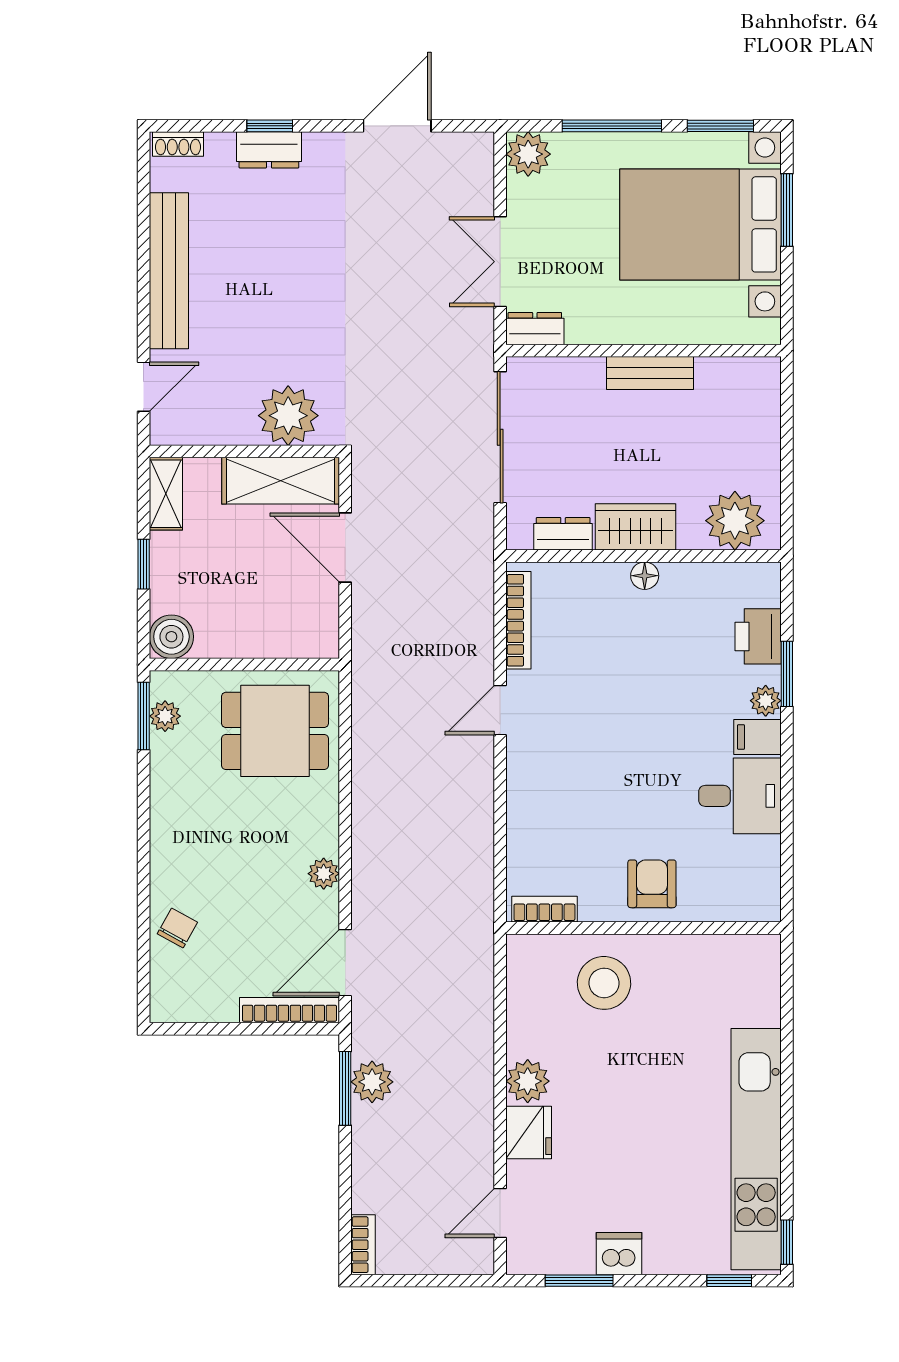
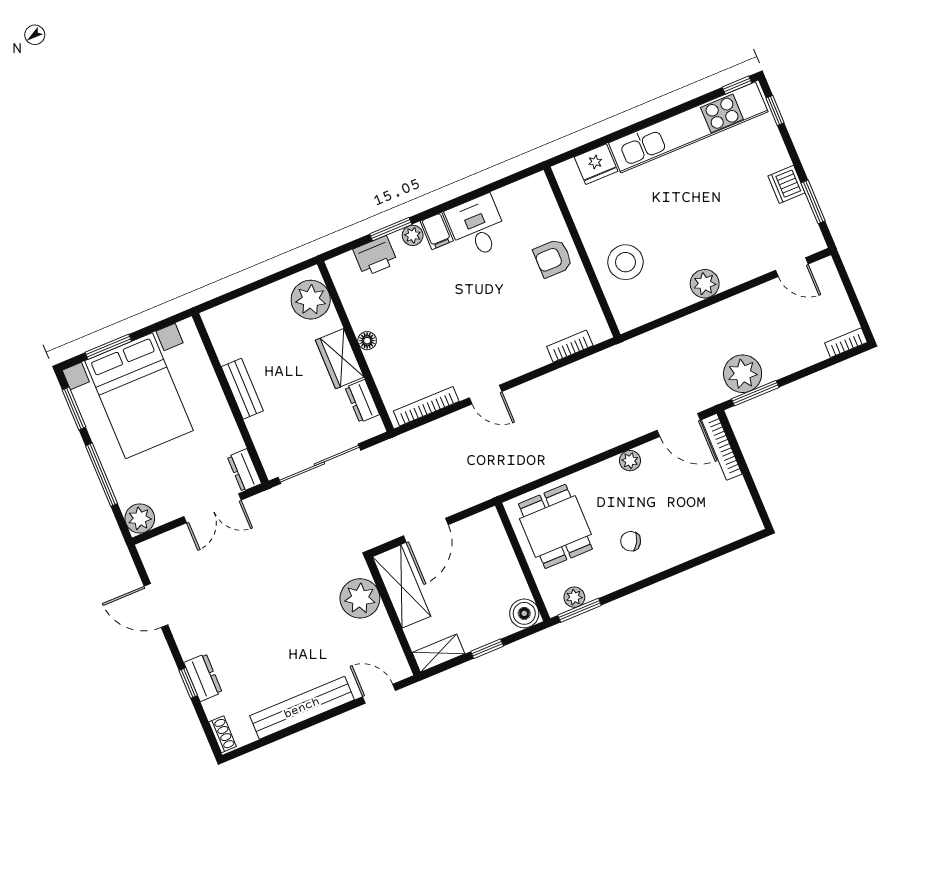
bookcase: (544, 909) -> (570, 346), moved, turned 90
chair: (177, 928) -> (631, 541), moved
plant: (372, 1082) -> (743, 374), width x1.36, depth x1.36
fridge: (529, 1132) -> (596, 164), moved, turned 180

